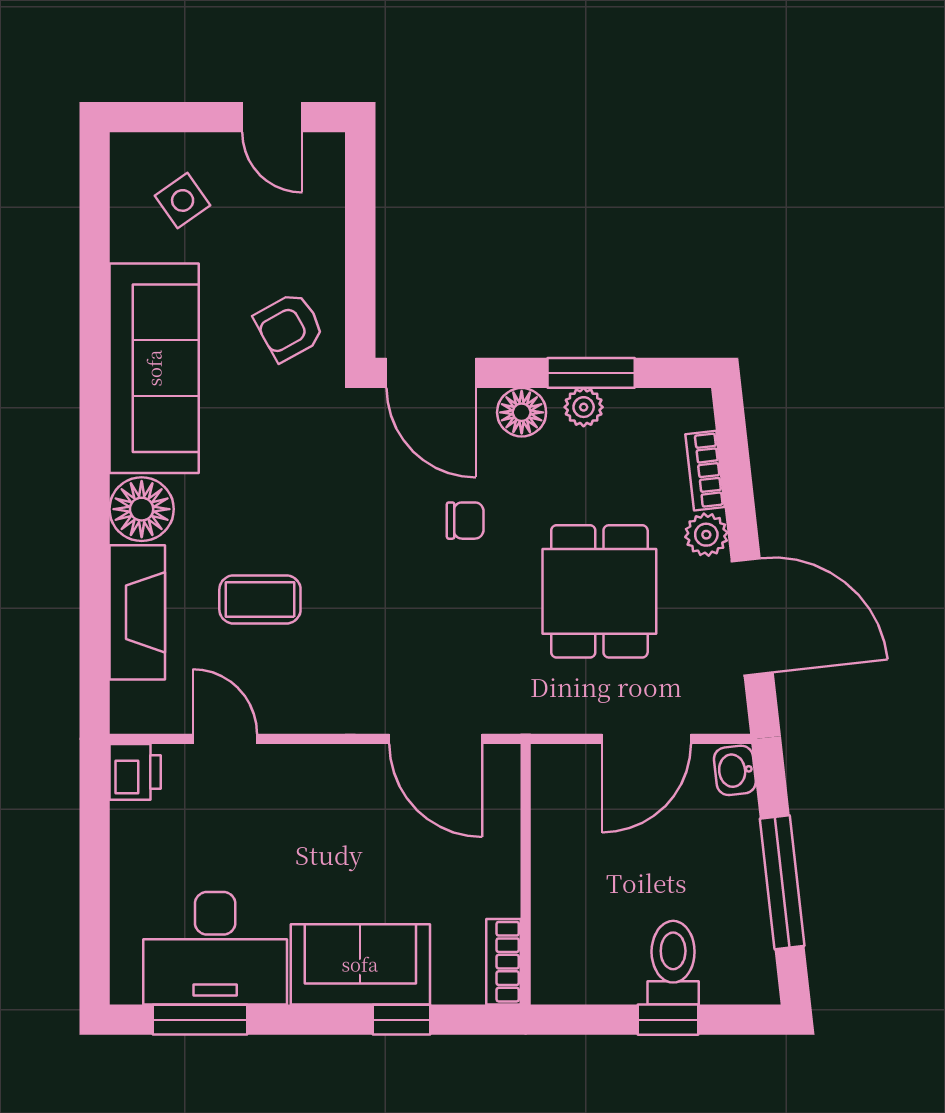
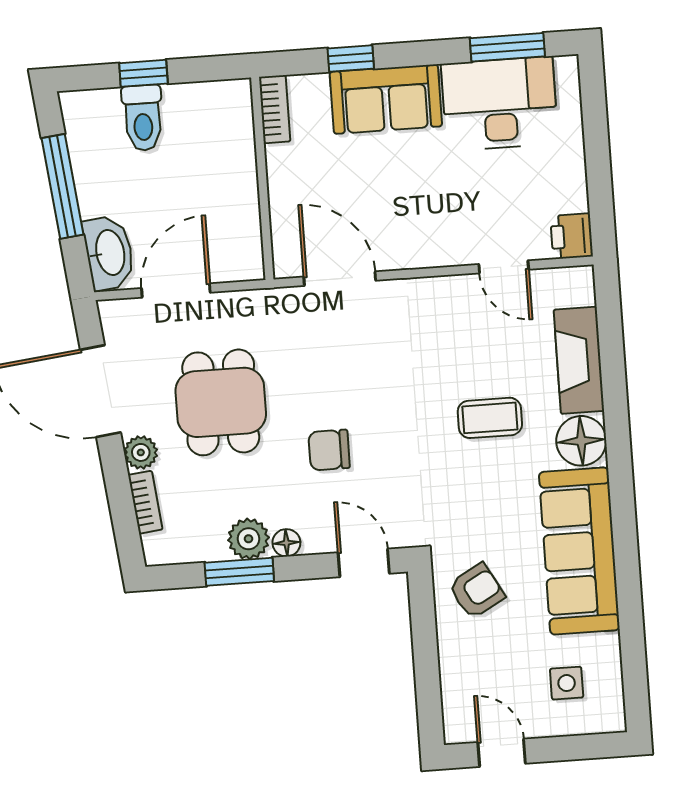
side table: (183, 200) -> (567, 683), turned 35
door: (431, 373) -> (364, 563), width x0.73
plant: (584, 407) -> (248, 539), width x1.38, depth x1.38
floor lamp: (522, 412) -> (286, 543), width x0.73, depth x0.73
chair: (465, 521) -> (329, 450), width x1.37, depth x1.37
coffee table: (260, 599) -> (490, 418), moved
washbasin: (735, 770) -> (109, 253), width x1.91, depth x1.45

